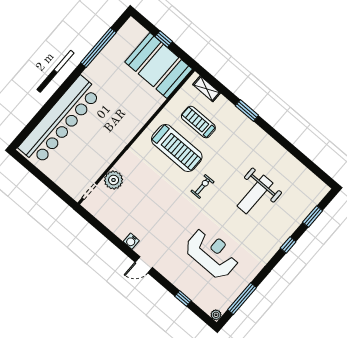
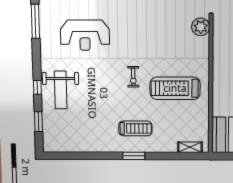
window: (247, 111) -> (134, 156), moved
treadmill: (198, 122) -> (135, 128), moved
weight bench: (255, 194) -> (61, 90), moved, turned 180

